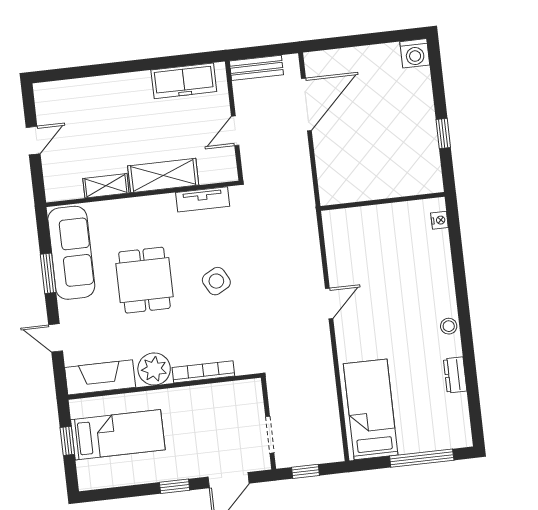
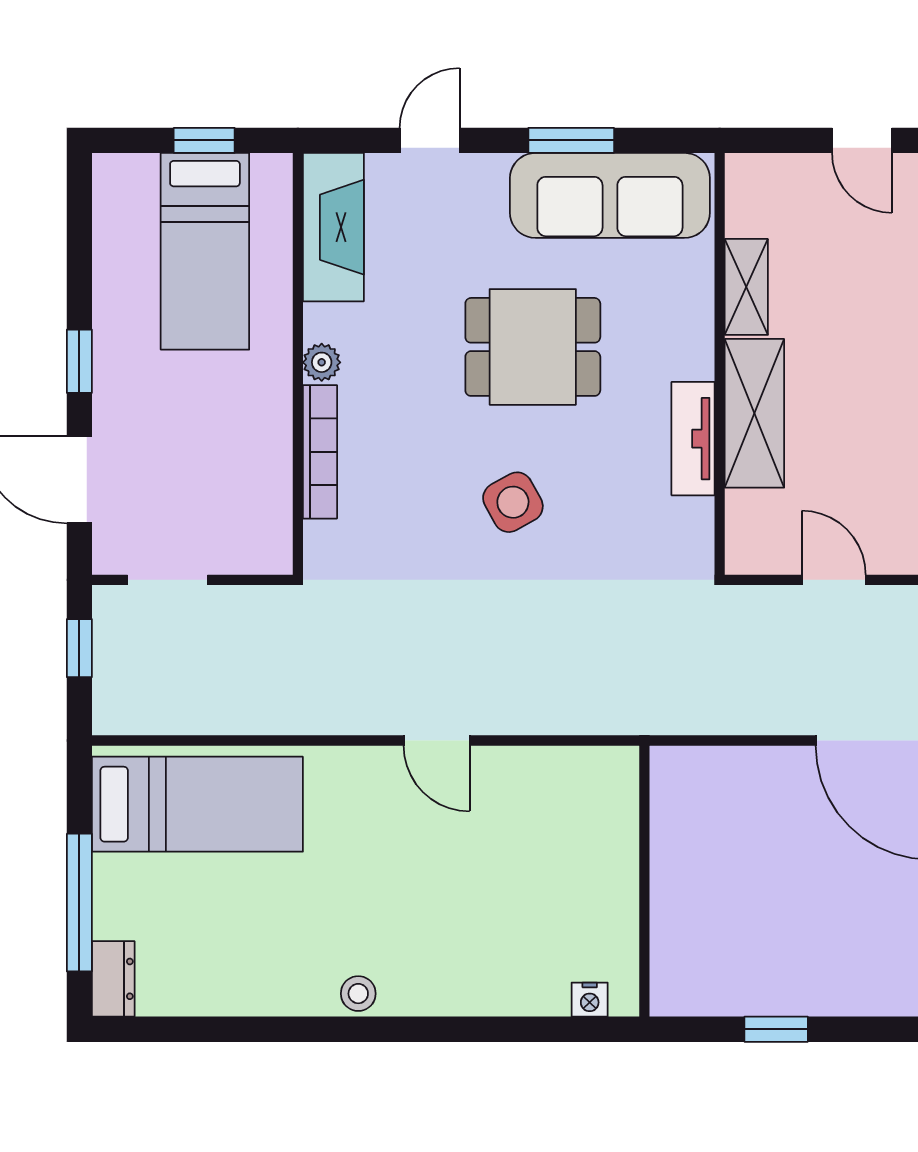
tv unit: (203, 199) -> (693, 439), moved
plant: (154, 369) -> (322, 362), width x0.53, depth x0.53
dresser: (455, 375) -> (113, 979), moved, turned 90

